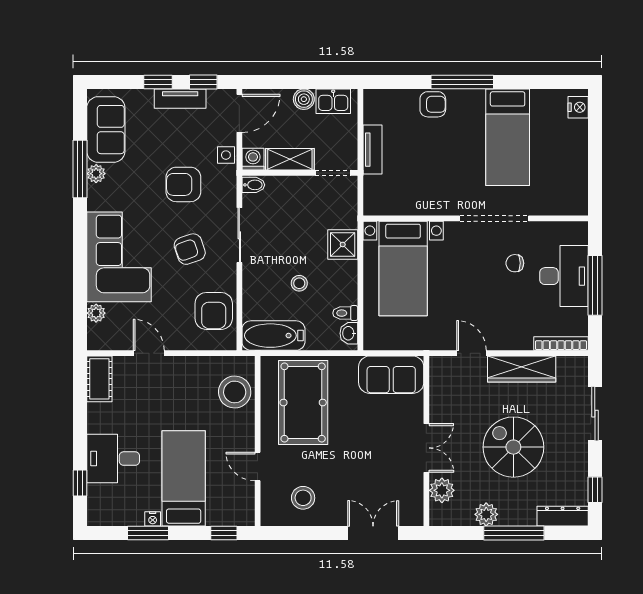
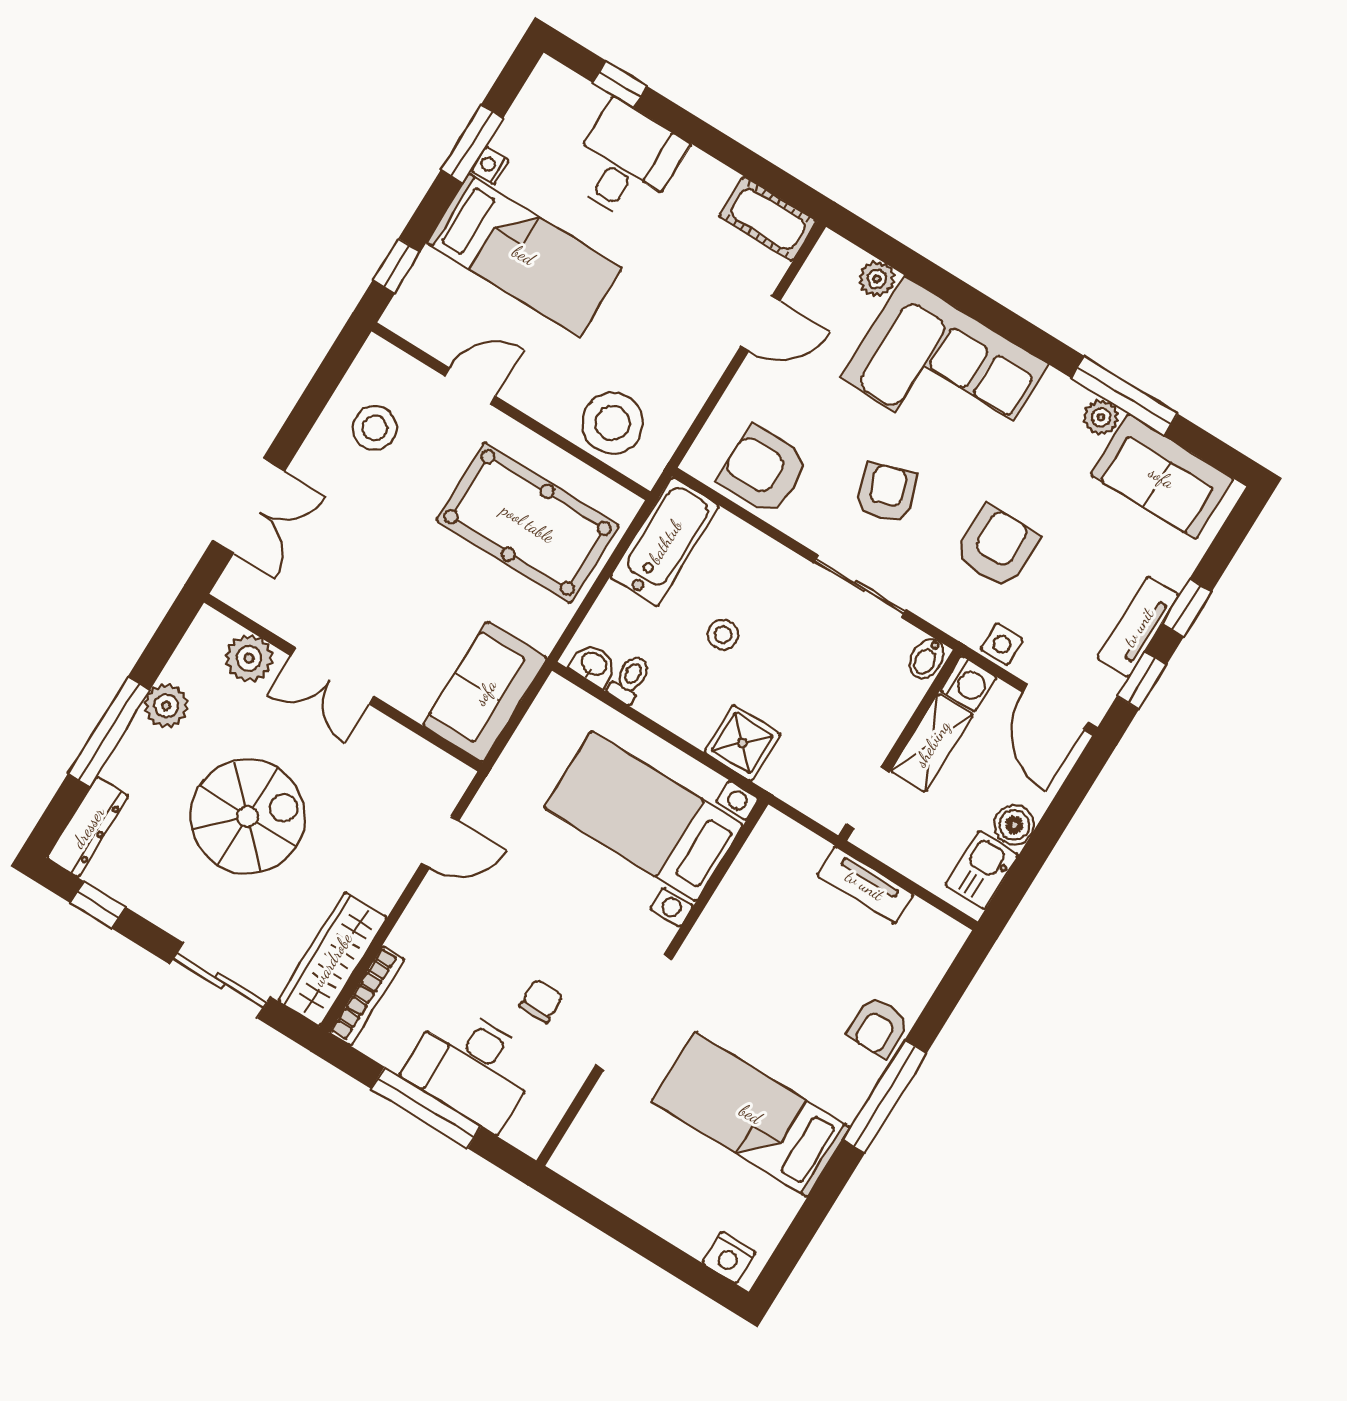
wardrobe: (522, 369) -> (332, 959), moved

